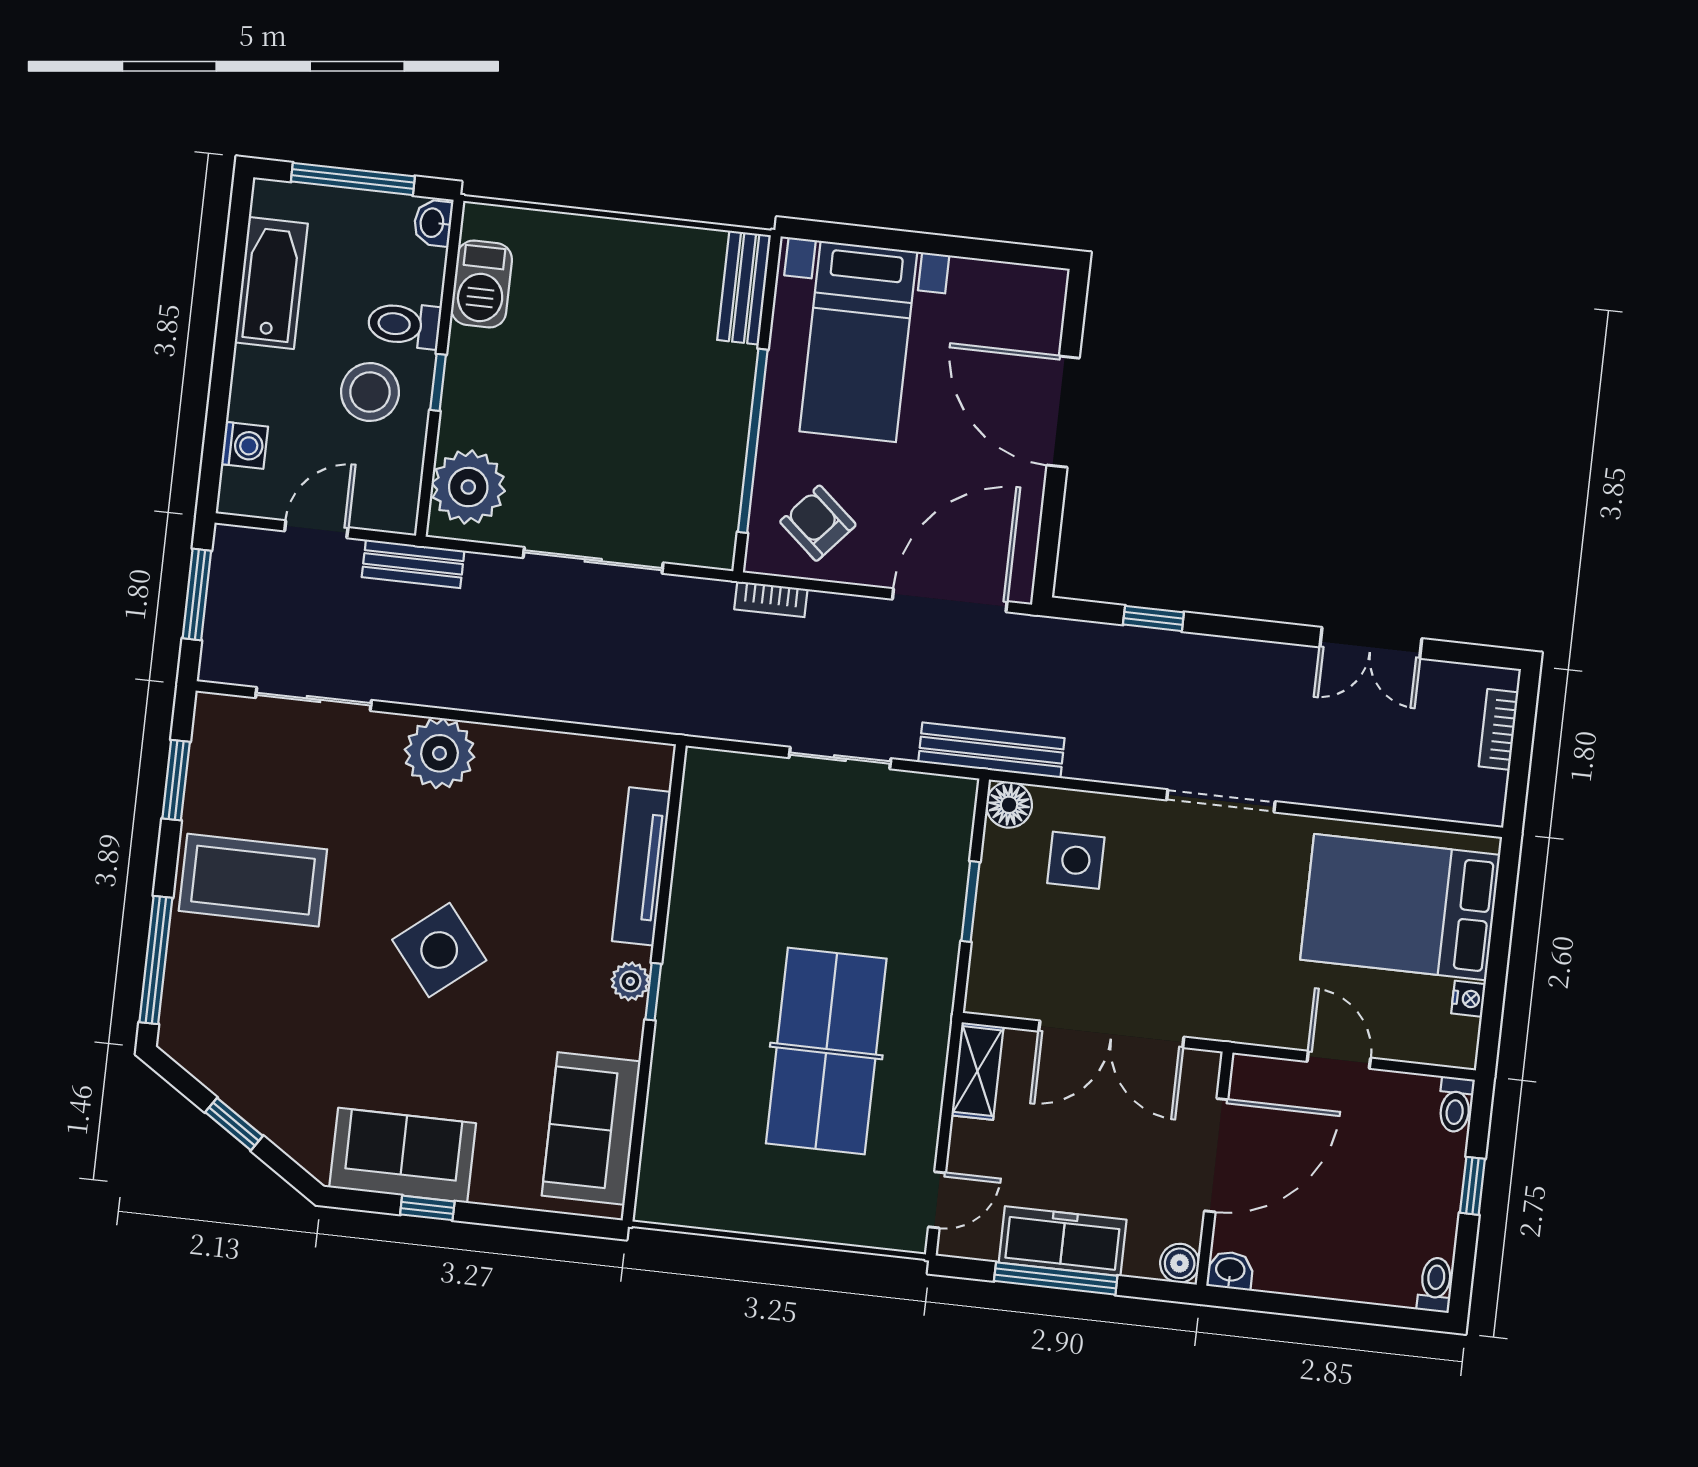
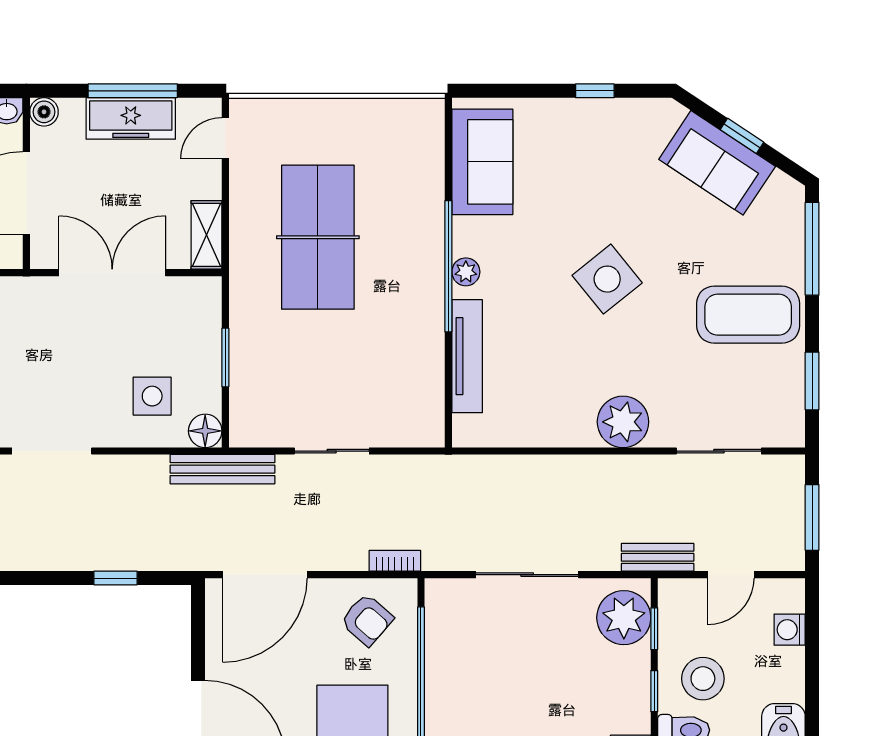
window: (429, 467) -> (654, 629), added
window: (653, 992) -> (448, 266), width x3.17
sofa: (403, 1155) -> (717, 163), moved, turned 33

